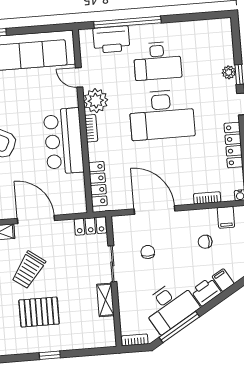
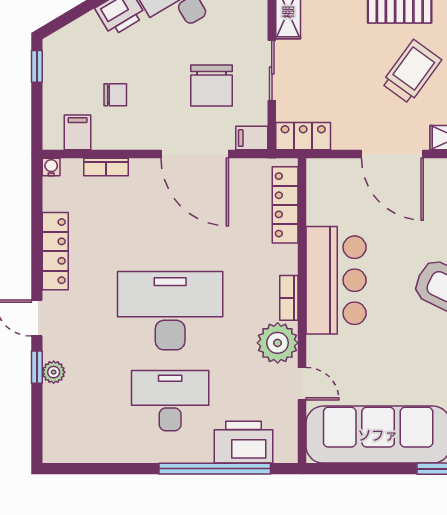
chair: (148, 252) -> (211, 85), width x1.87, depth x1.87
filing cabinet: (223, 280) -> (252, 138), moved, turned 121

